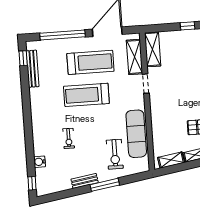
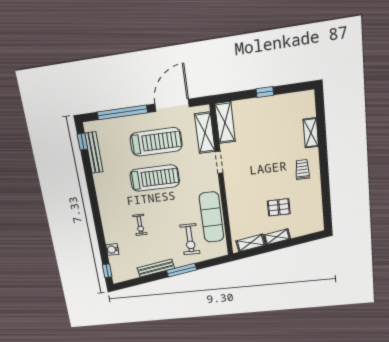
treadmill: (86, 95) -> (155, 178), turned 180
bench: (85, 181) -> (156, 268), width x1.36

